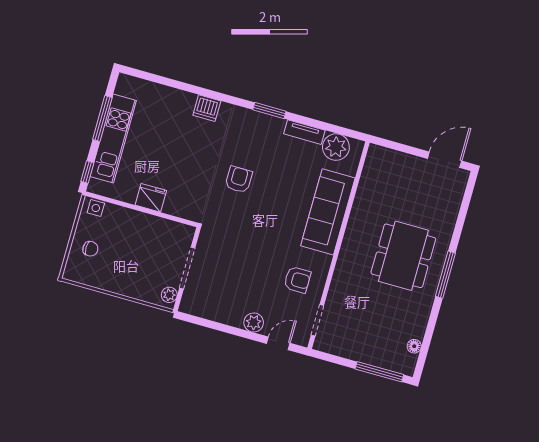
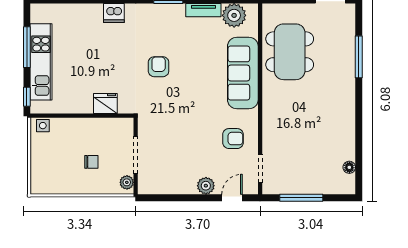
fridge: (151, 198) -> (105, 104), moved
chair: (90, 249) -> (91, 162), moved
dining table: (403, 256) -> (290, 52), moved
window: (445, 275) -> (359, 57), moved
window: (379, 372) -> (301, 198), moved

